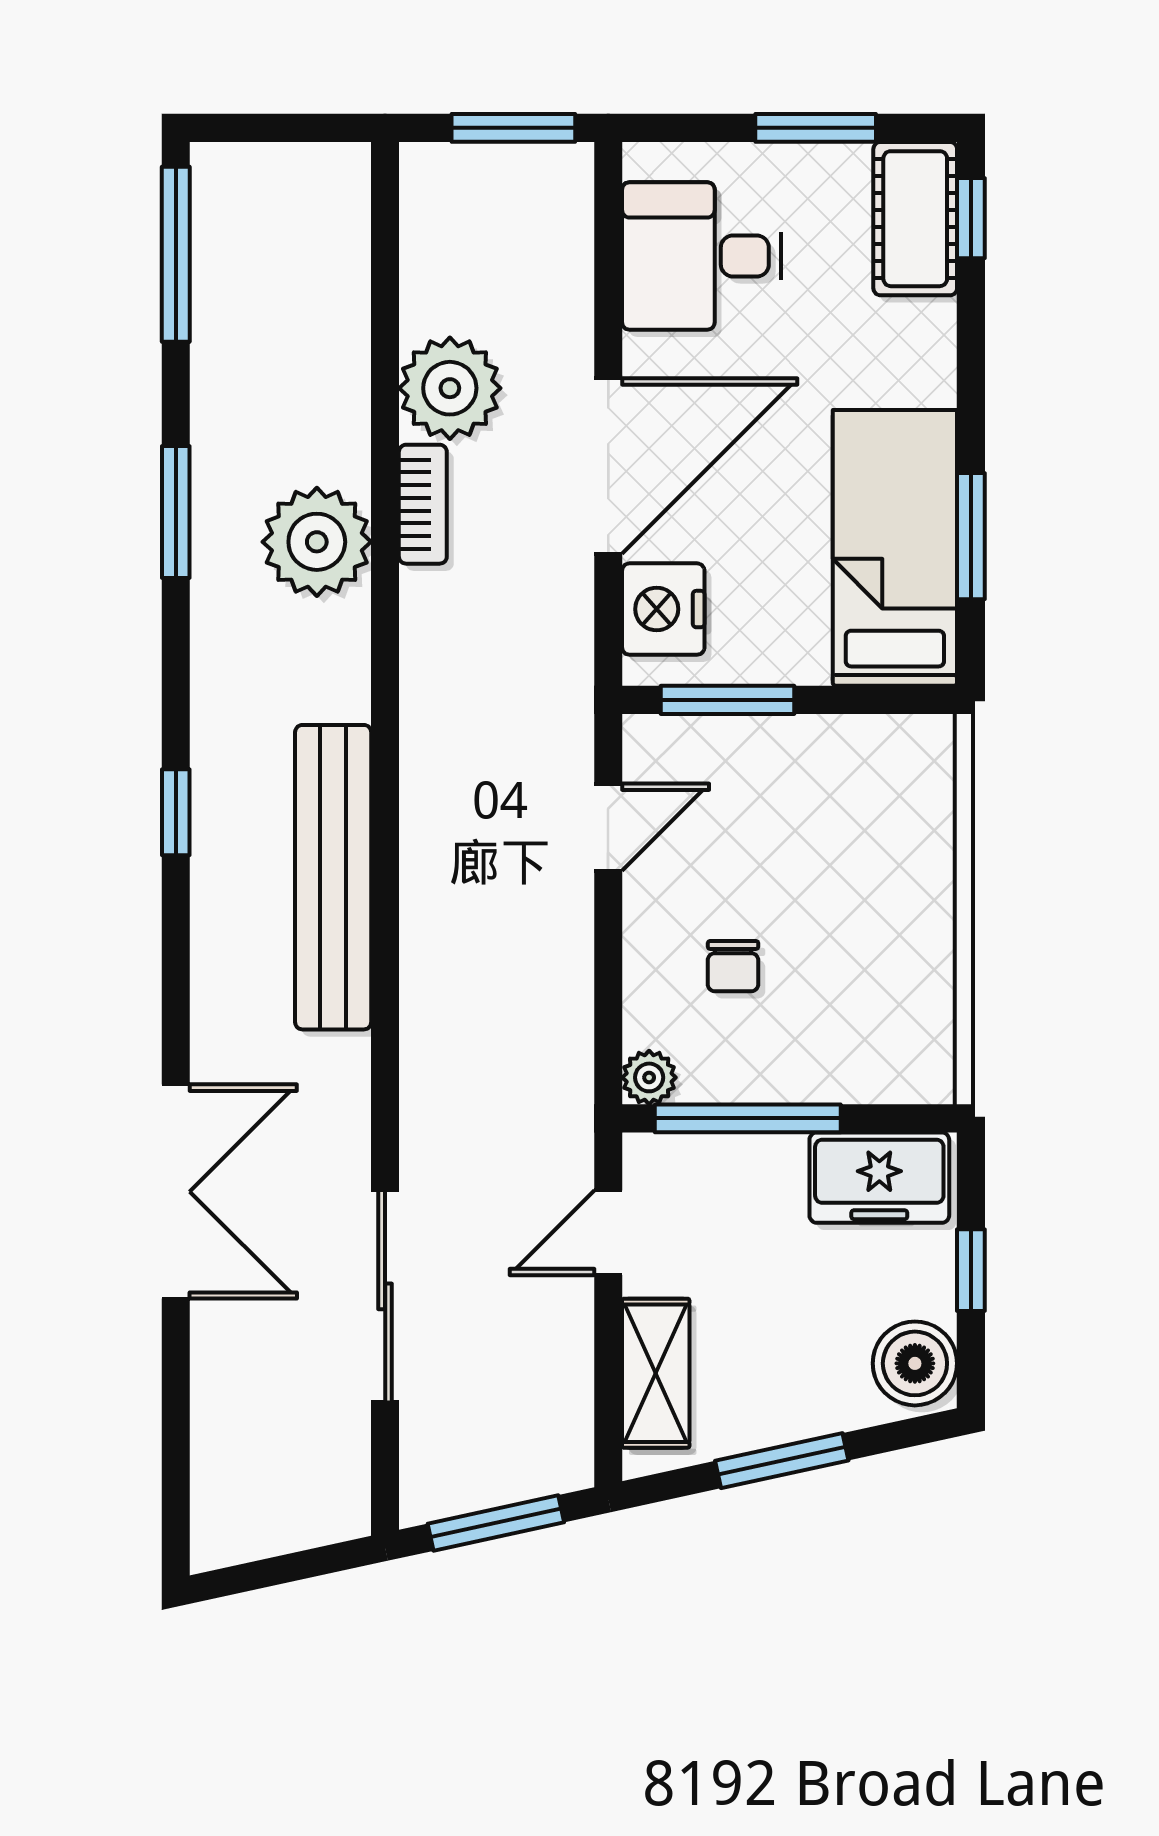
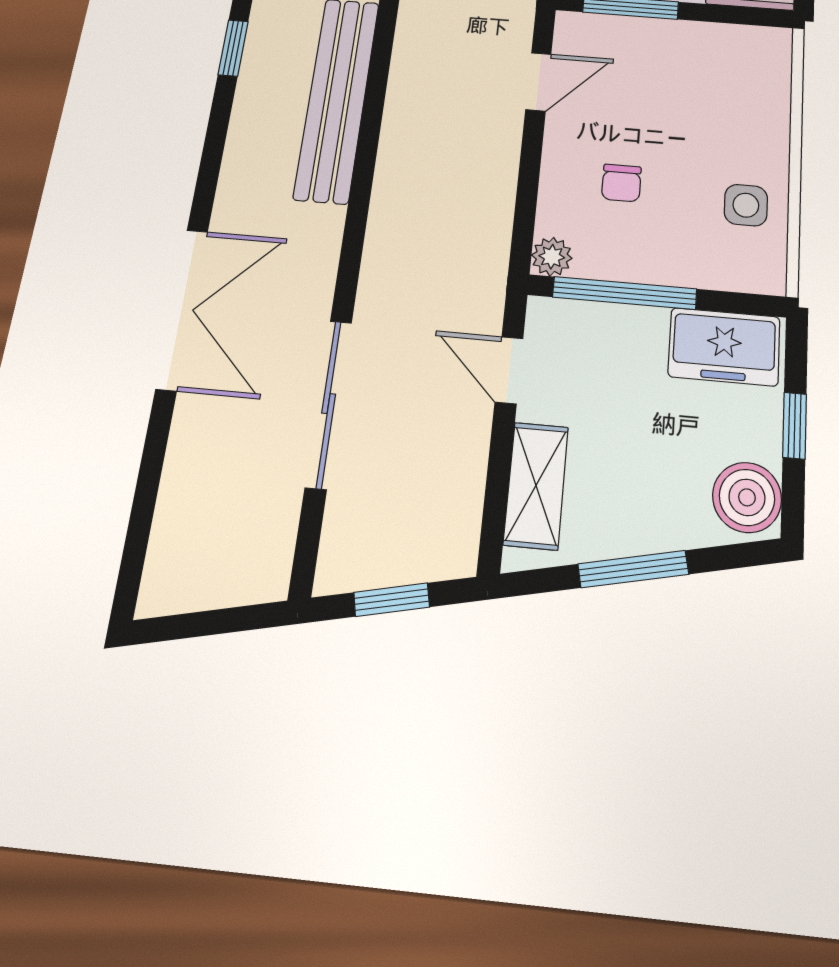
side table: (900, 983) -> (746, 205), added
door: (608, 1233) -> (509, 370), hinge flipped
window: (496, 1523) -> (392, 600), width x0.67

